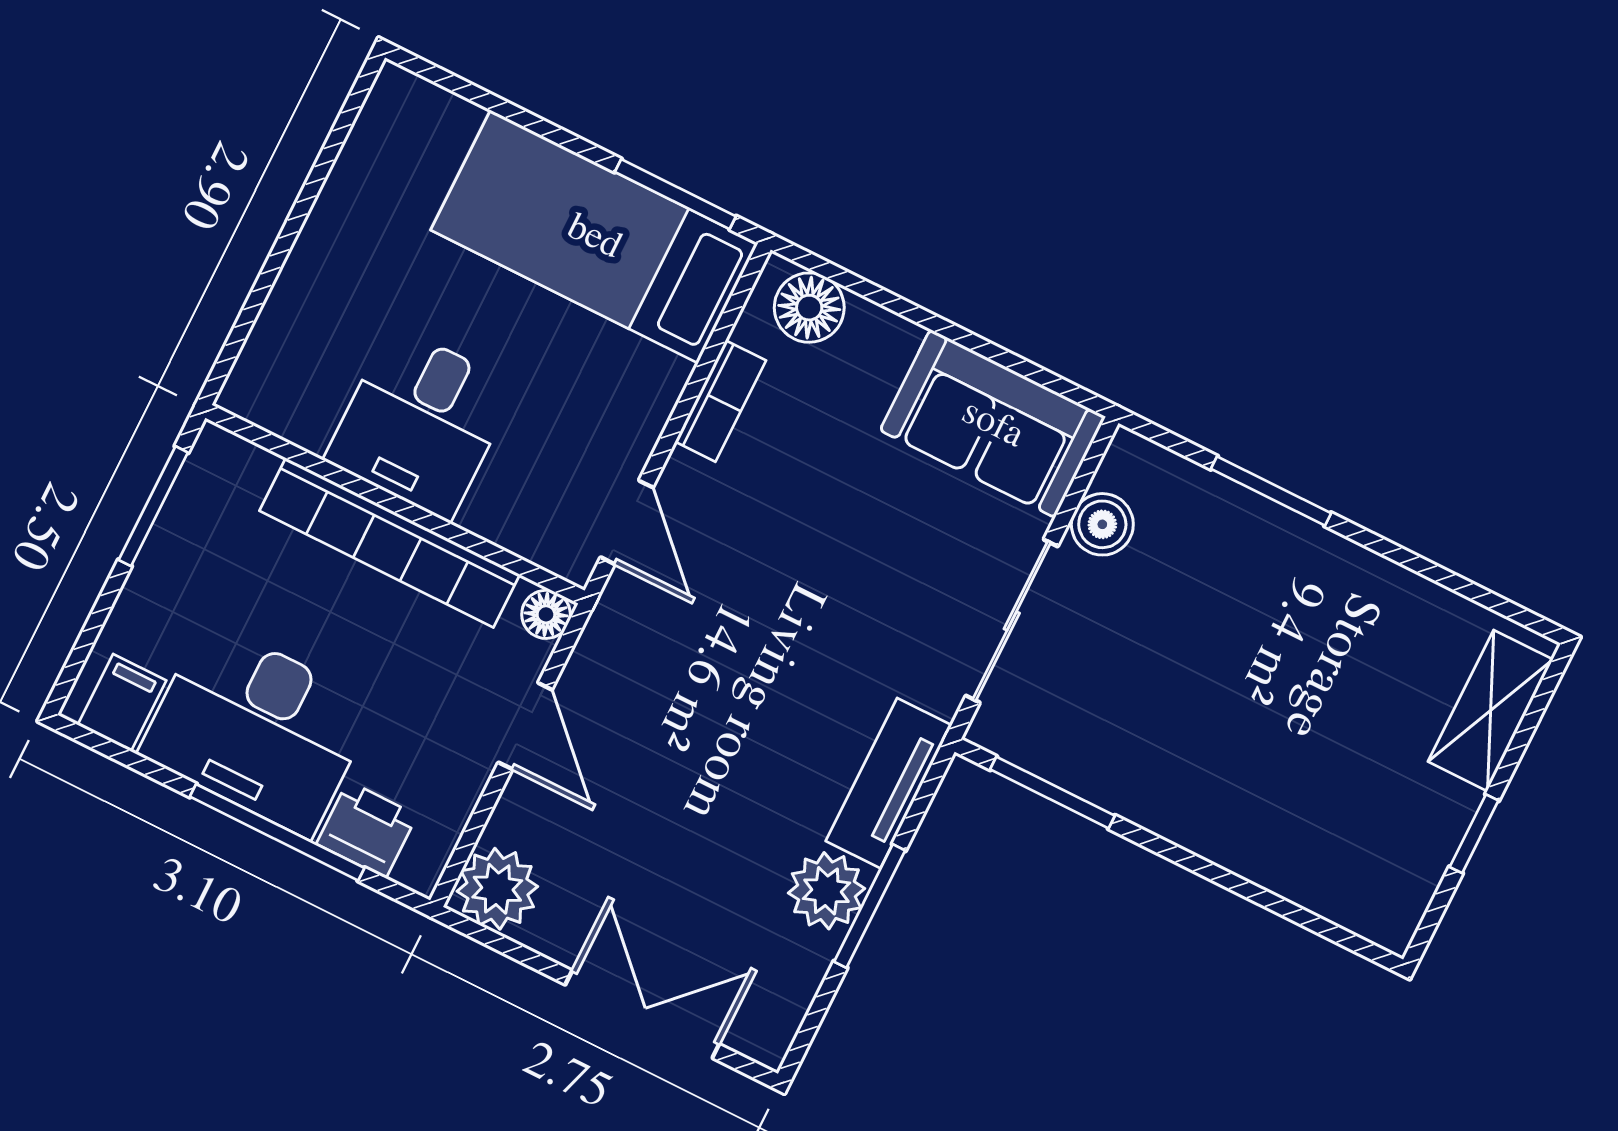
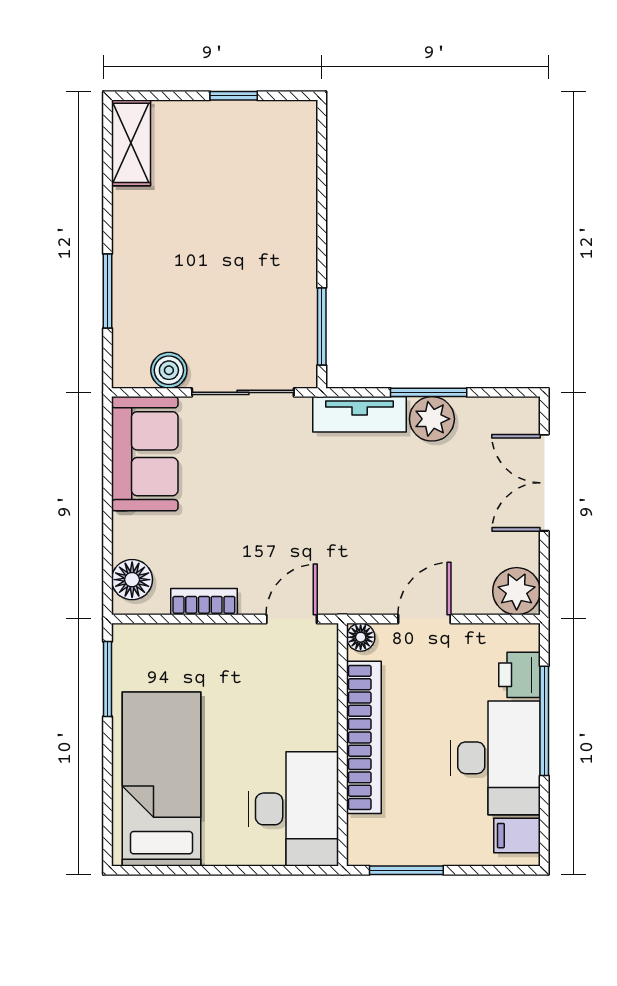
bed: (594, 237) -> (161, 779), moved, turned 180
desk: (421, 423) -> (293, 809), moved, width x1.37
shelving: (1491, 711) -> (131, 143), moved, turned 90

